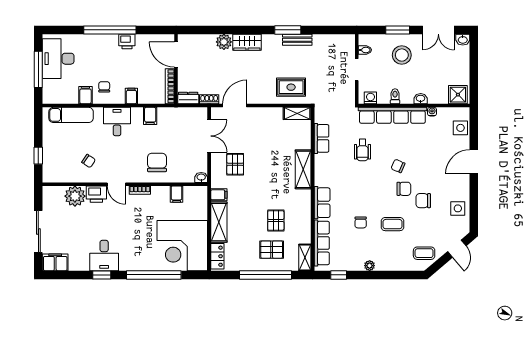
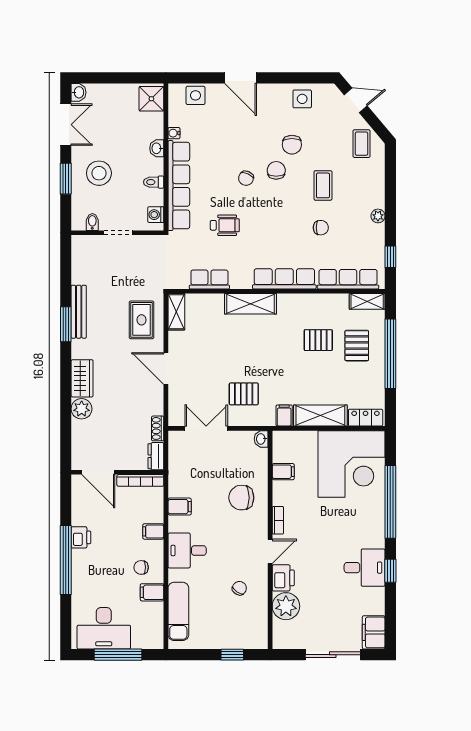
bench: (297, 40) -> (79, 312), width x1.36
door: (176, 55) -> (98, 472), hinge flipped
door: (235, 106) -> (166, 368), moved
row of seats: (322, 203) -> (284, 279), width x1.48

